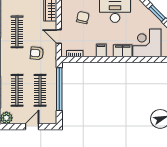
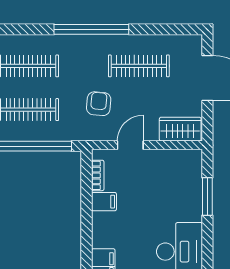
chair: (83, 18) -> (166, 191), removed
filing cabinet: (101, 50) -> (104, 202), moved

